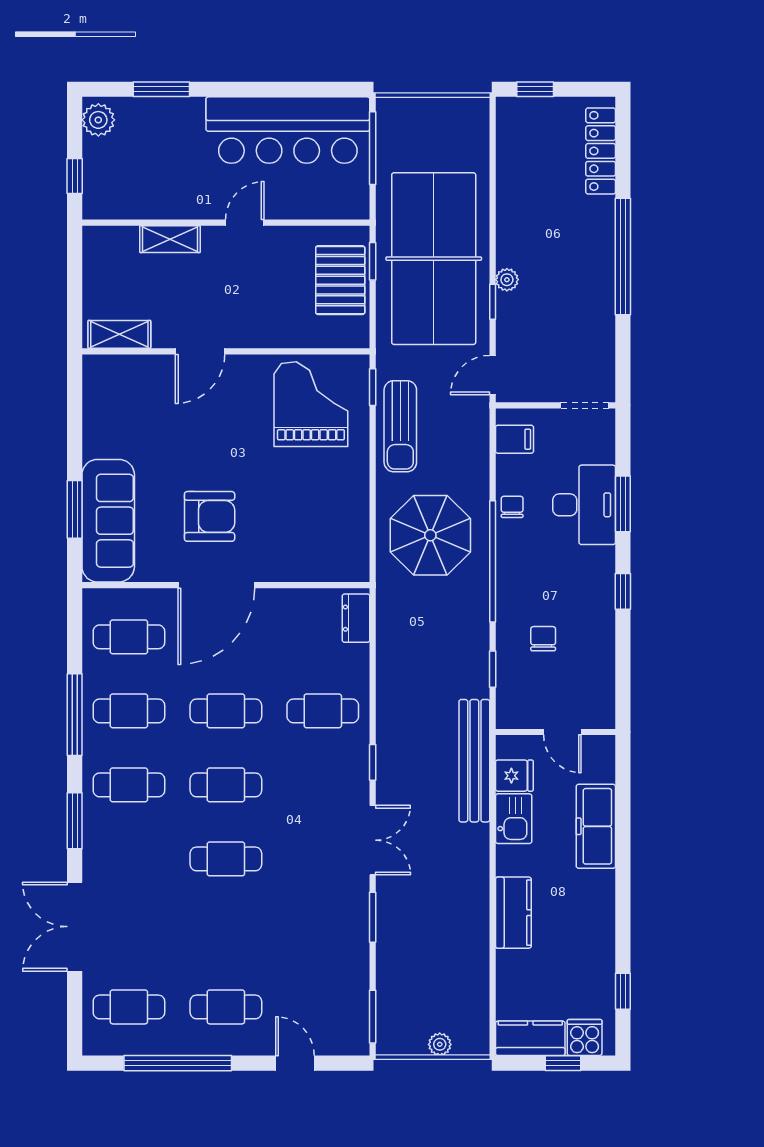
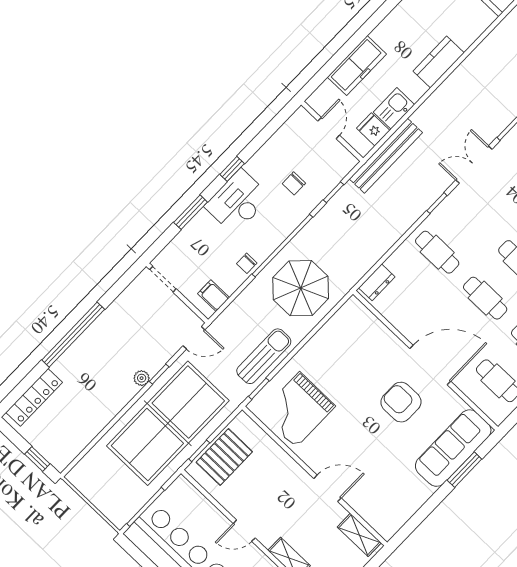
desk: (584, 505) -> (238, 202), moved

